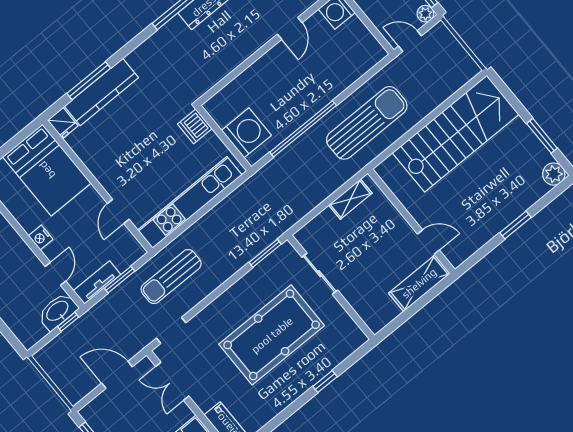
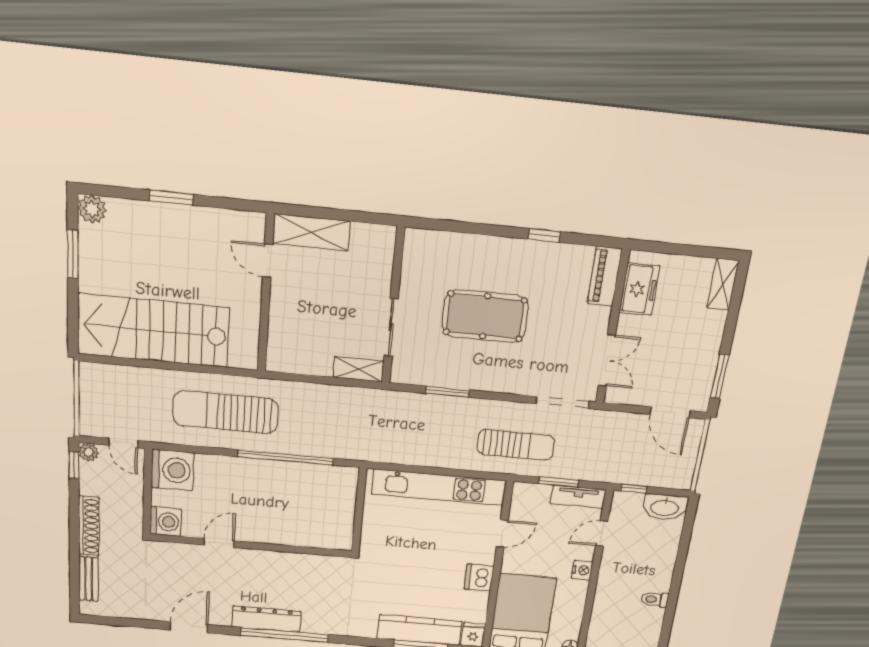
dishwasher: (195, 126) -> (479, 577), moved, turned 180
washing machine: (246, 133) -> (172, 470), moved, turned 180
shelving: (350, 199) -> (359, 369), moved
window: (265, 253) -> (448, 392), moved
washbasin: (58, 311) -> (665, 507), moved
doorway: (171, 330) -> (562, 402), width x1.38
pool table: (272, 335) -> (485, 316), width x0.73, depth x0.76
door: (117, 375) -> (670, 412), moved
window: (325, 381) -> (544, 235), moved

